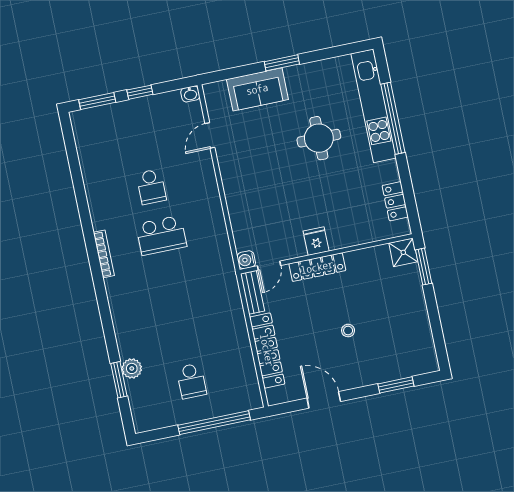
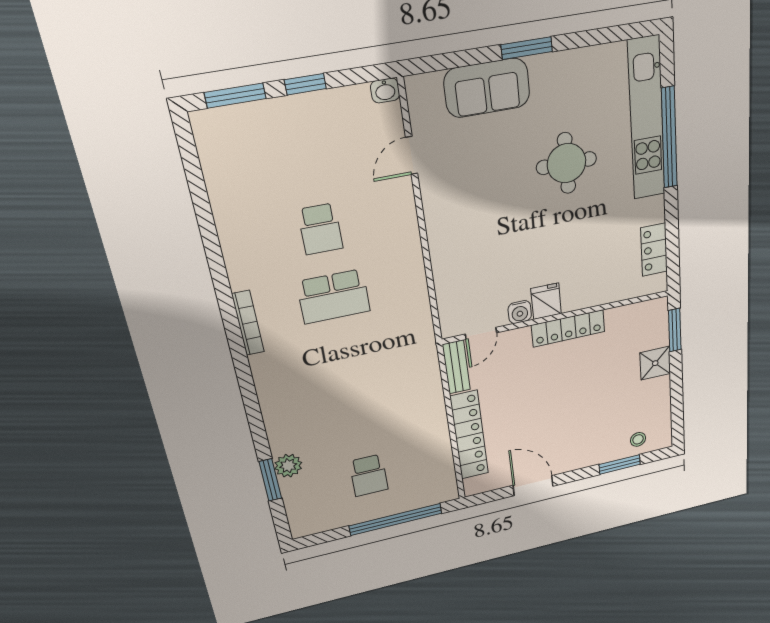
shower: (403, 252) -> (655, 363), moved
water cooler: (246, 260) -> (520, 312), moved, turned -90
locker: (317, 267) -> (568, 328), moved
stool: (348, 331) -> (638, 439), moved

